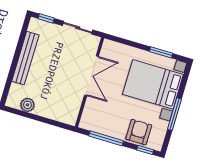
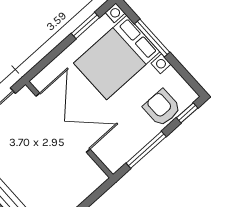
double door: (91, 76) -> (63, 123), width x1.36
window: (174, 114) -> (152, 38), moved

